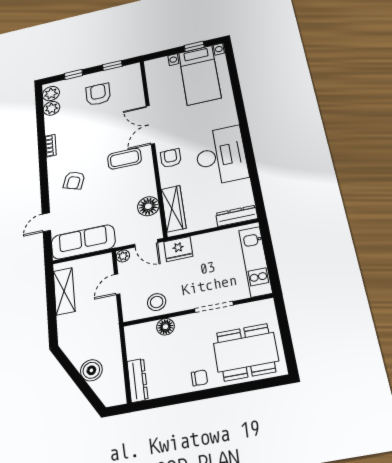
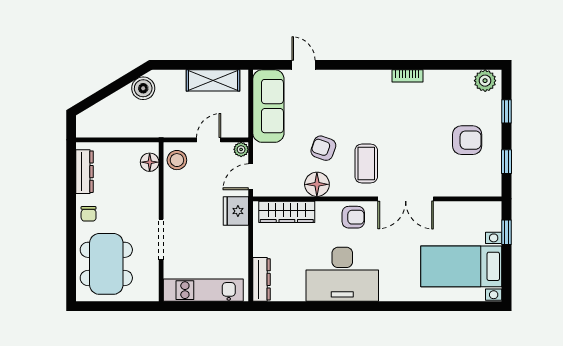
window: (194, 46) -> (507, 232), moved
plant: (51, 108) -> (462, 80), removed
double door: (150, 125) -> (406, 199), swing flipped
armchair: (74, 180) -> (323, 148), moved
floor lamp: (148, 206) -> (317, 184), moved
door: (117, 284) -> (209, 140), hinge flipped
stool: (157, 302) -> (177, 160), moved
floor lamp: (165, 327) -> (150, 162), moved
boiler: (91, 370) -> (143, 88), moved
dresser: (137, 380) -> (84, 172), moved, turned -90

